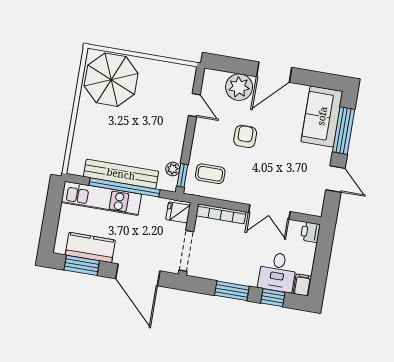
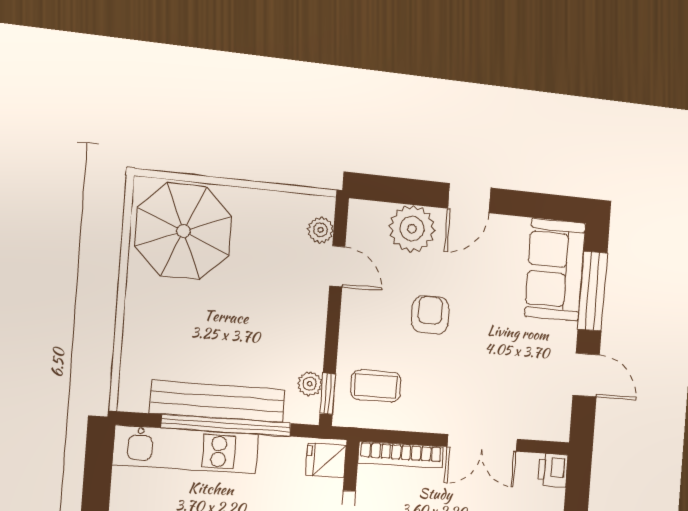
door: (274, 72) -> (469, 198), width x0.73
plant: (187, 84) -> (320, 230), added

